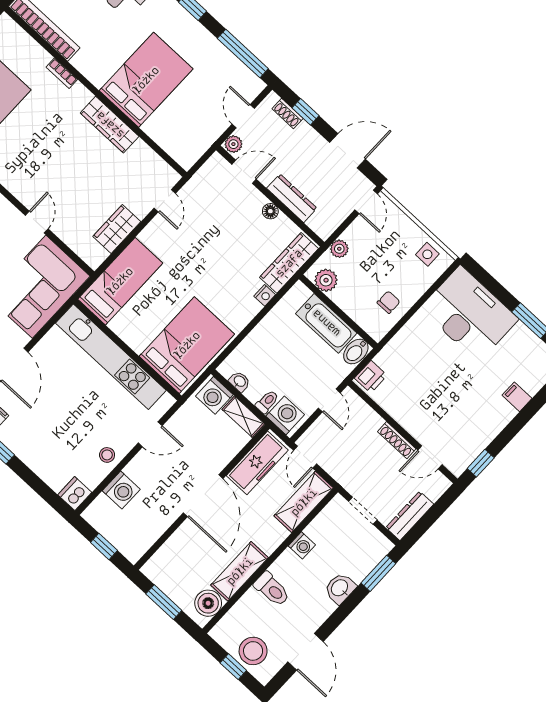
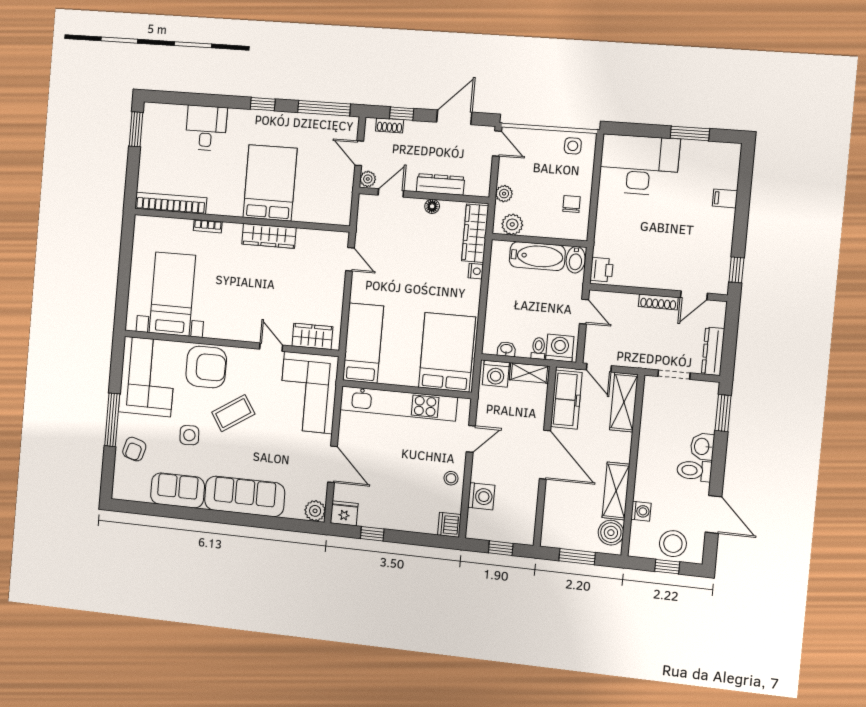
wardrobe: (117, 229) -> (312, 336), moved, turned 90
washing machine: (302, 545) -> (641, 511), moved
toilet: (272, 589) -> (694, 471), moved, turned 180

